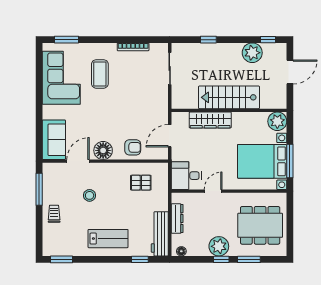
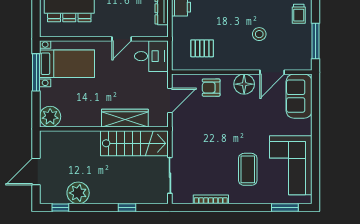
stairs: (229, 97) -> (134, 143), moved
bed with nightstands: (262, 161) -> (67, 64), width x0.73

